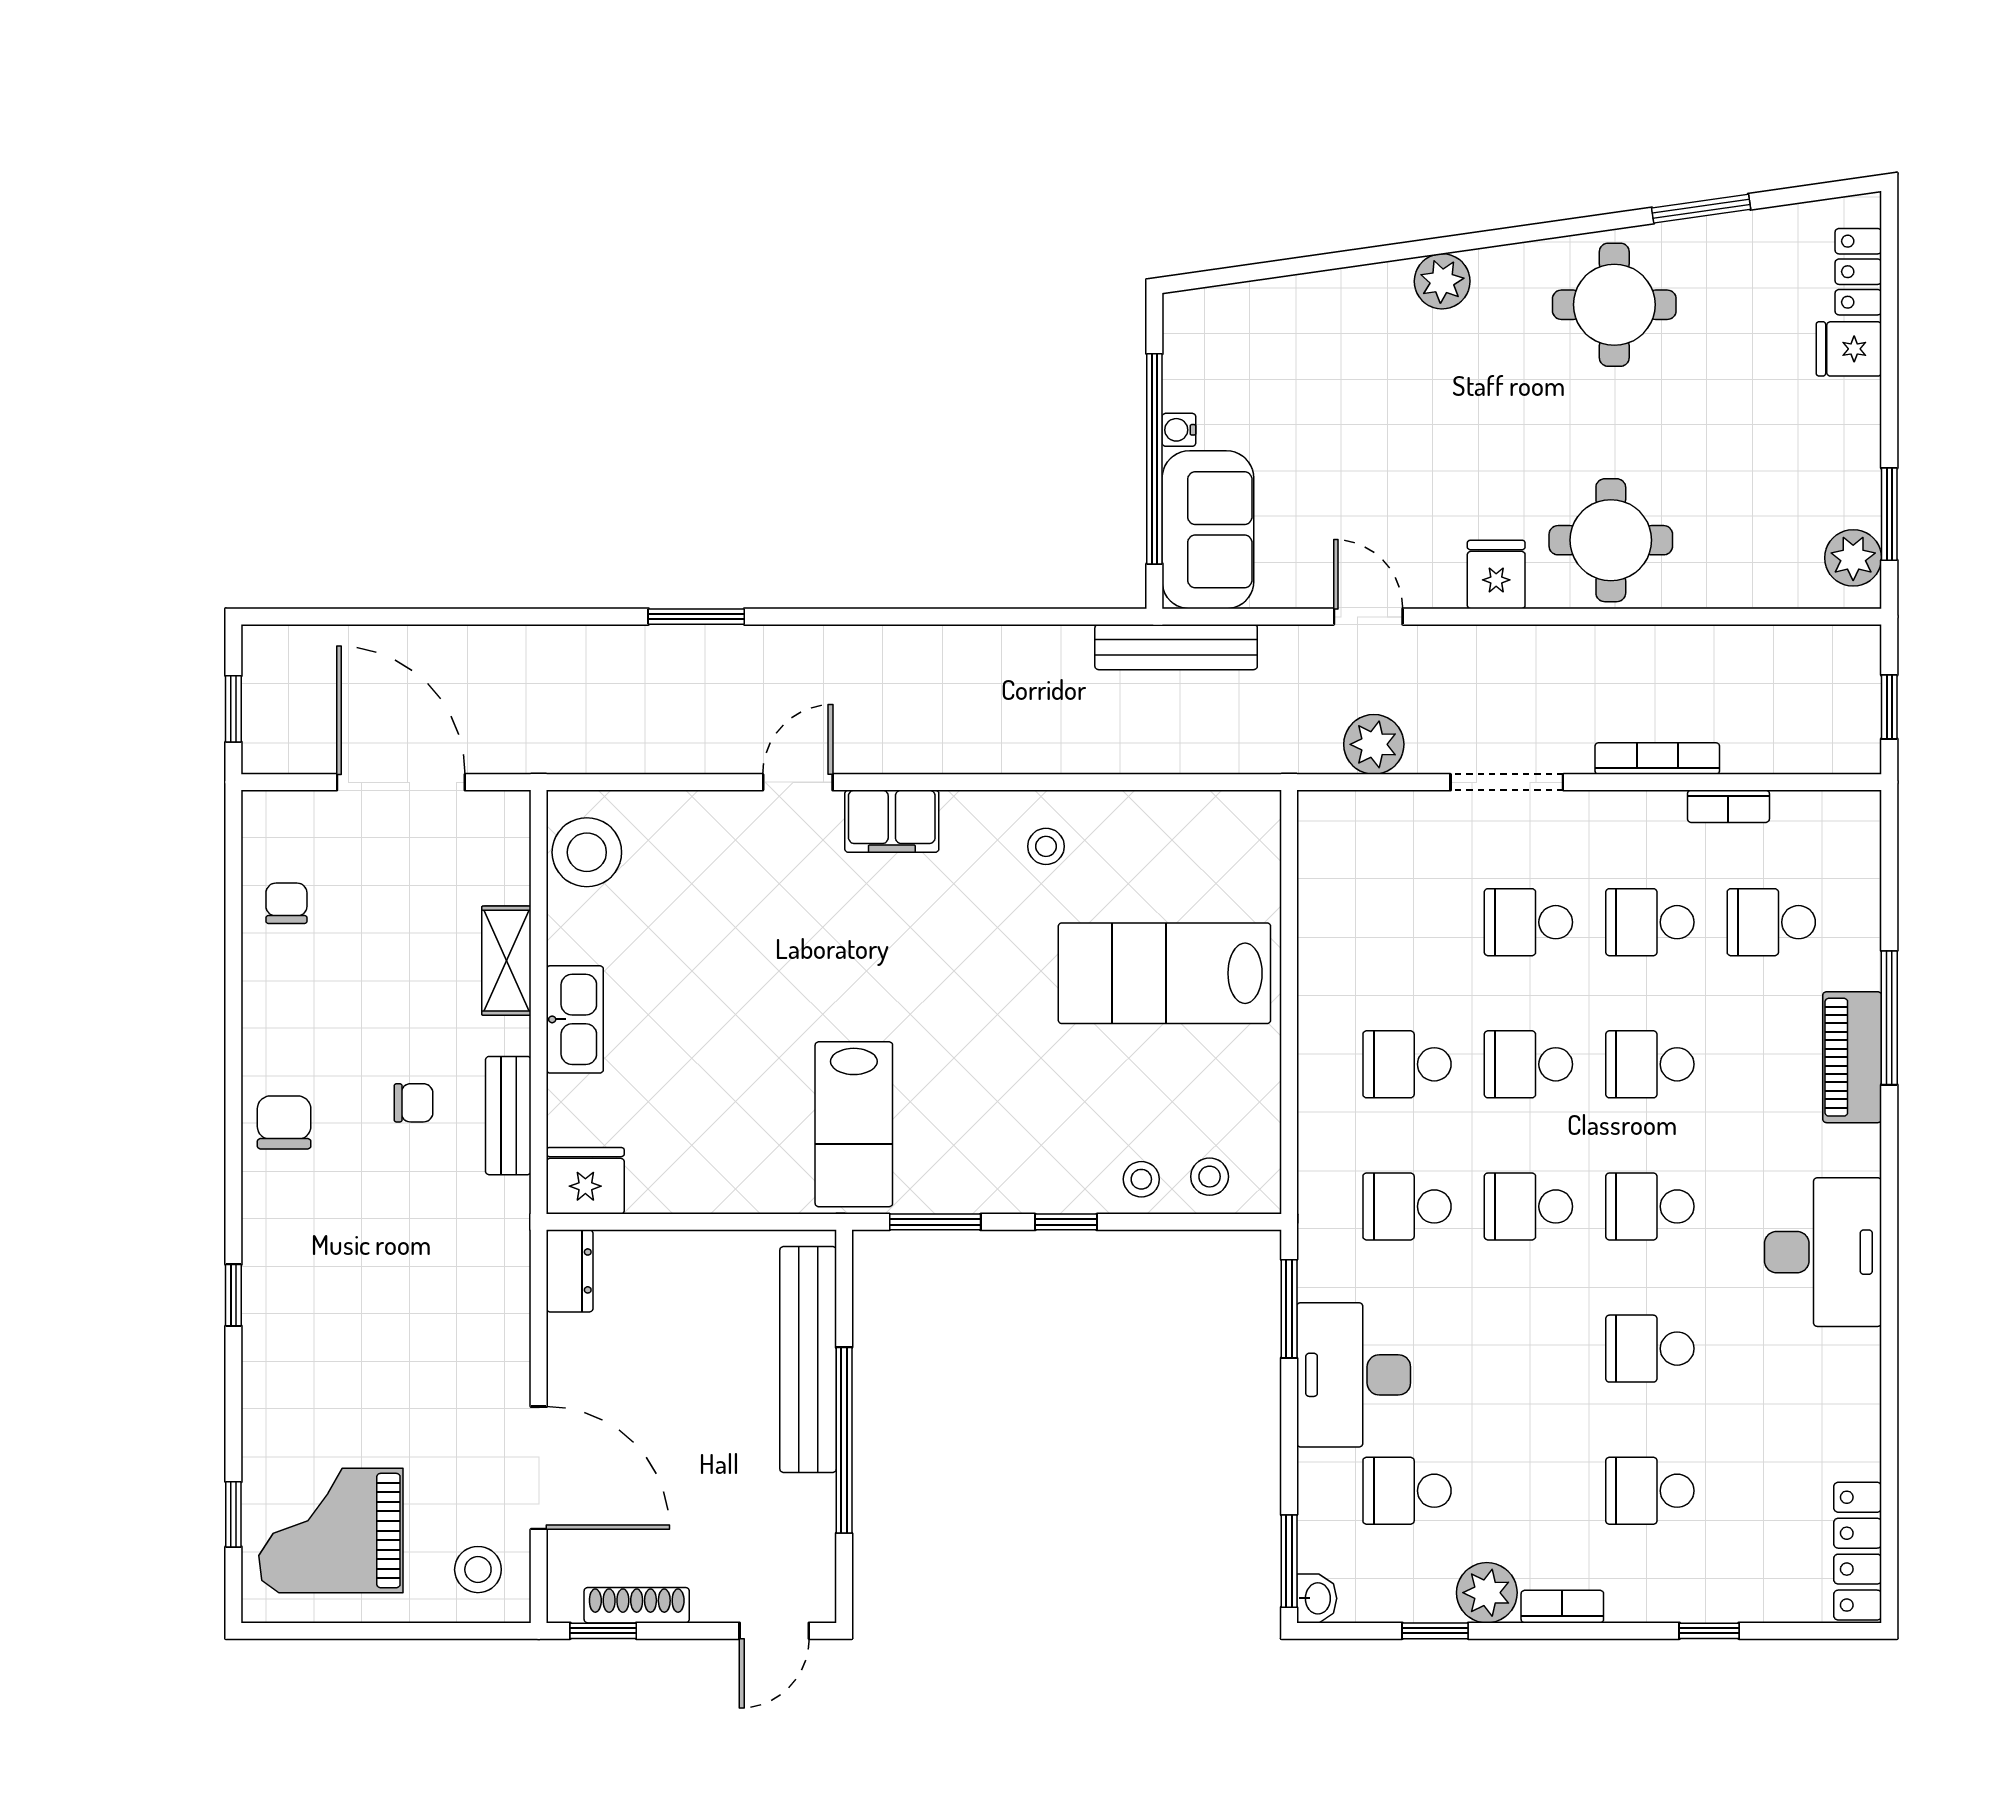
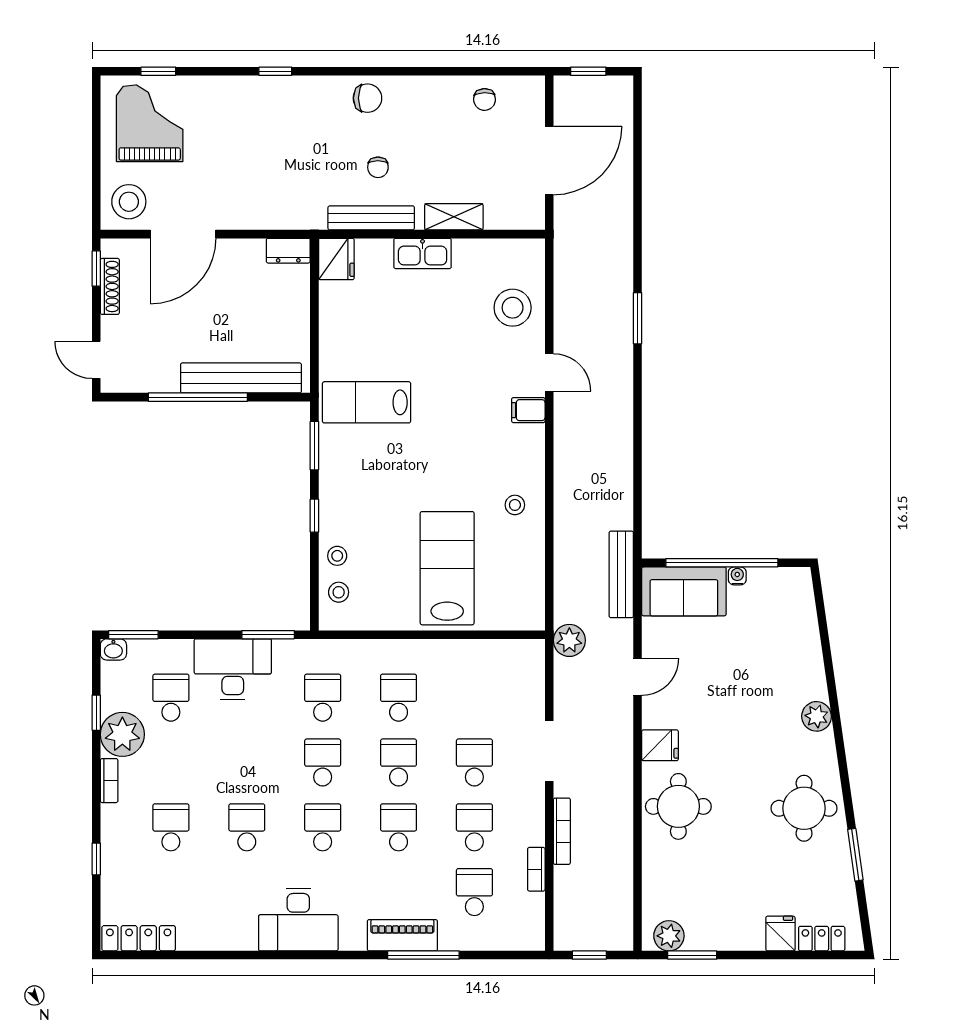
plant: (1374, 744) -> (569, 640), moved
filing cabinet: (892, 821) -> (528, 410), width x0.50
stool: (587, 852) -> (513, 308), moved
chair: (286, 903) -> (485, 99), turned 88
bench: (508, 1116) -> (371, 218), width x1.36
stool: (478, 1570) -> (129, 202), width x1.38, depth x1.38
plant: (1487, 1593) -> (122, 734), width x1.36, depth x1.36

